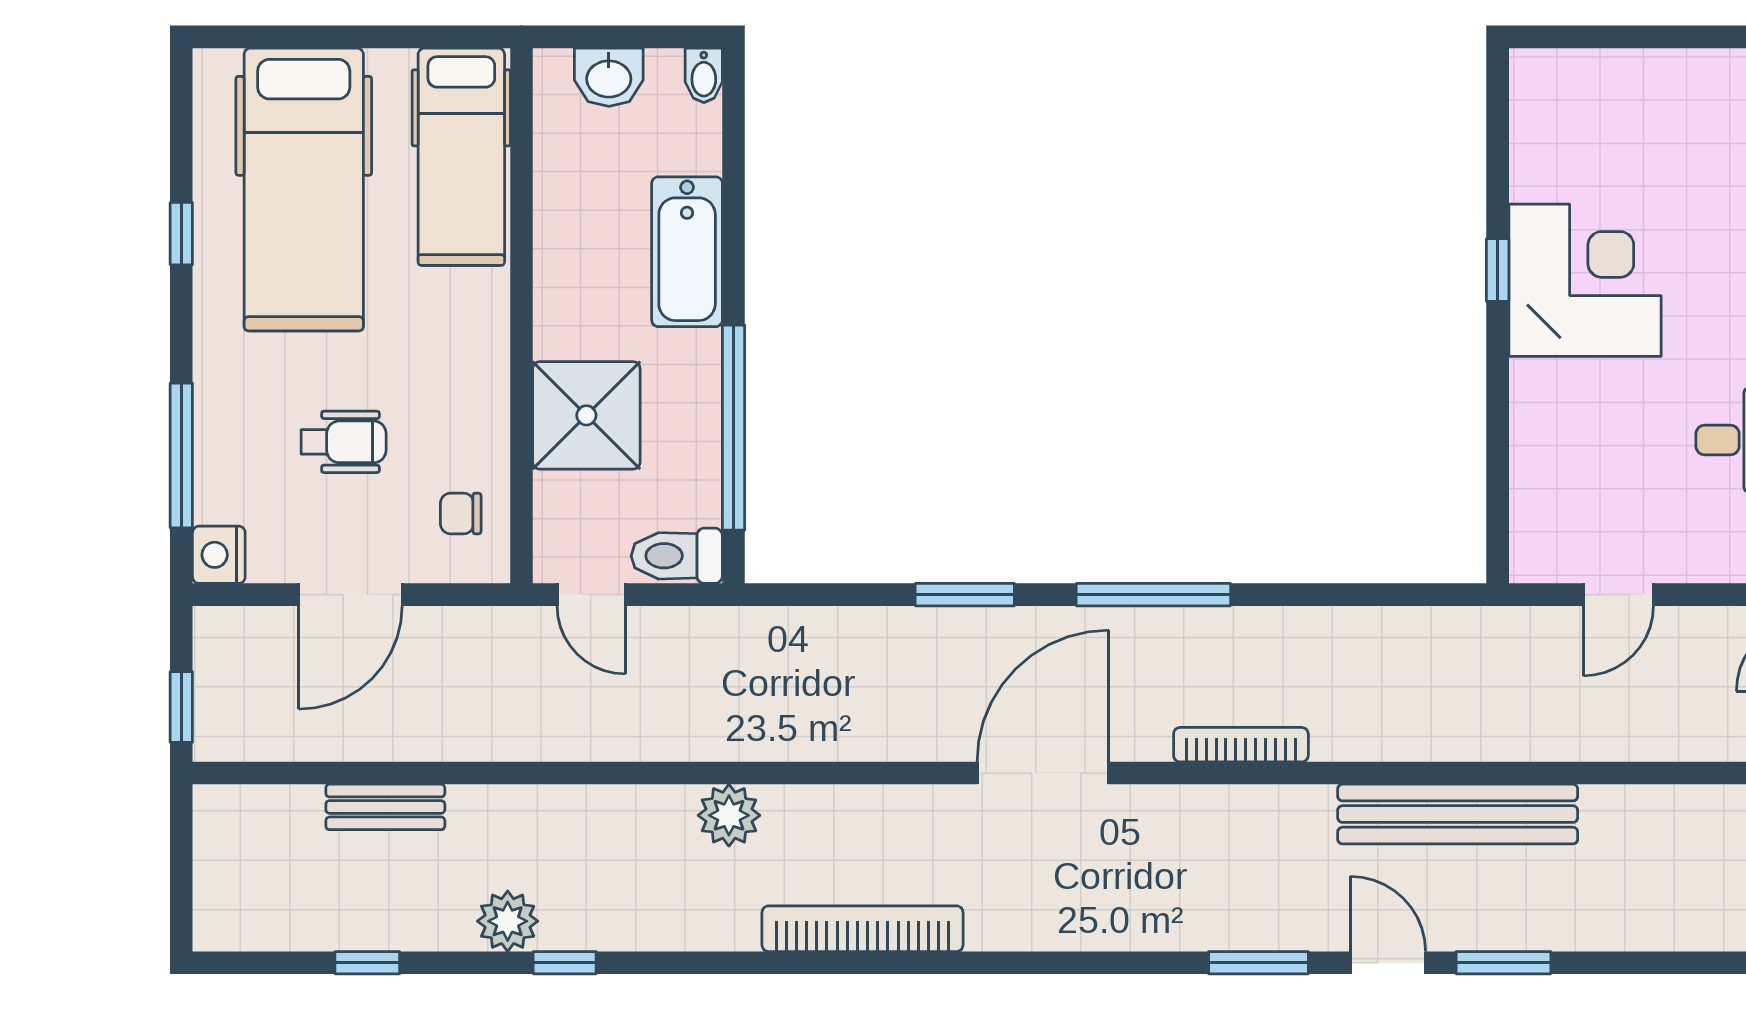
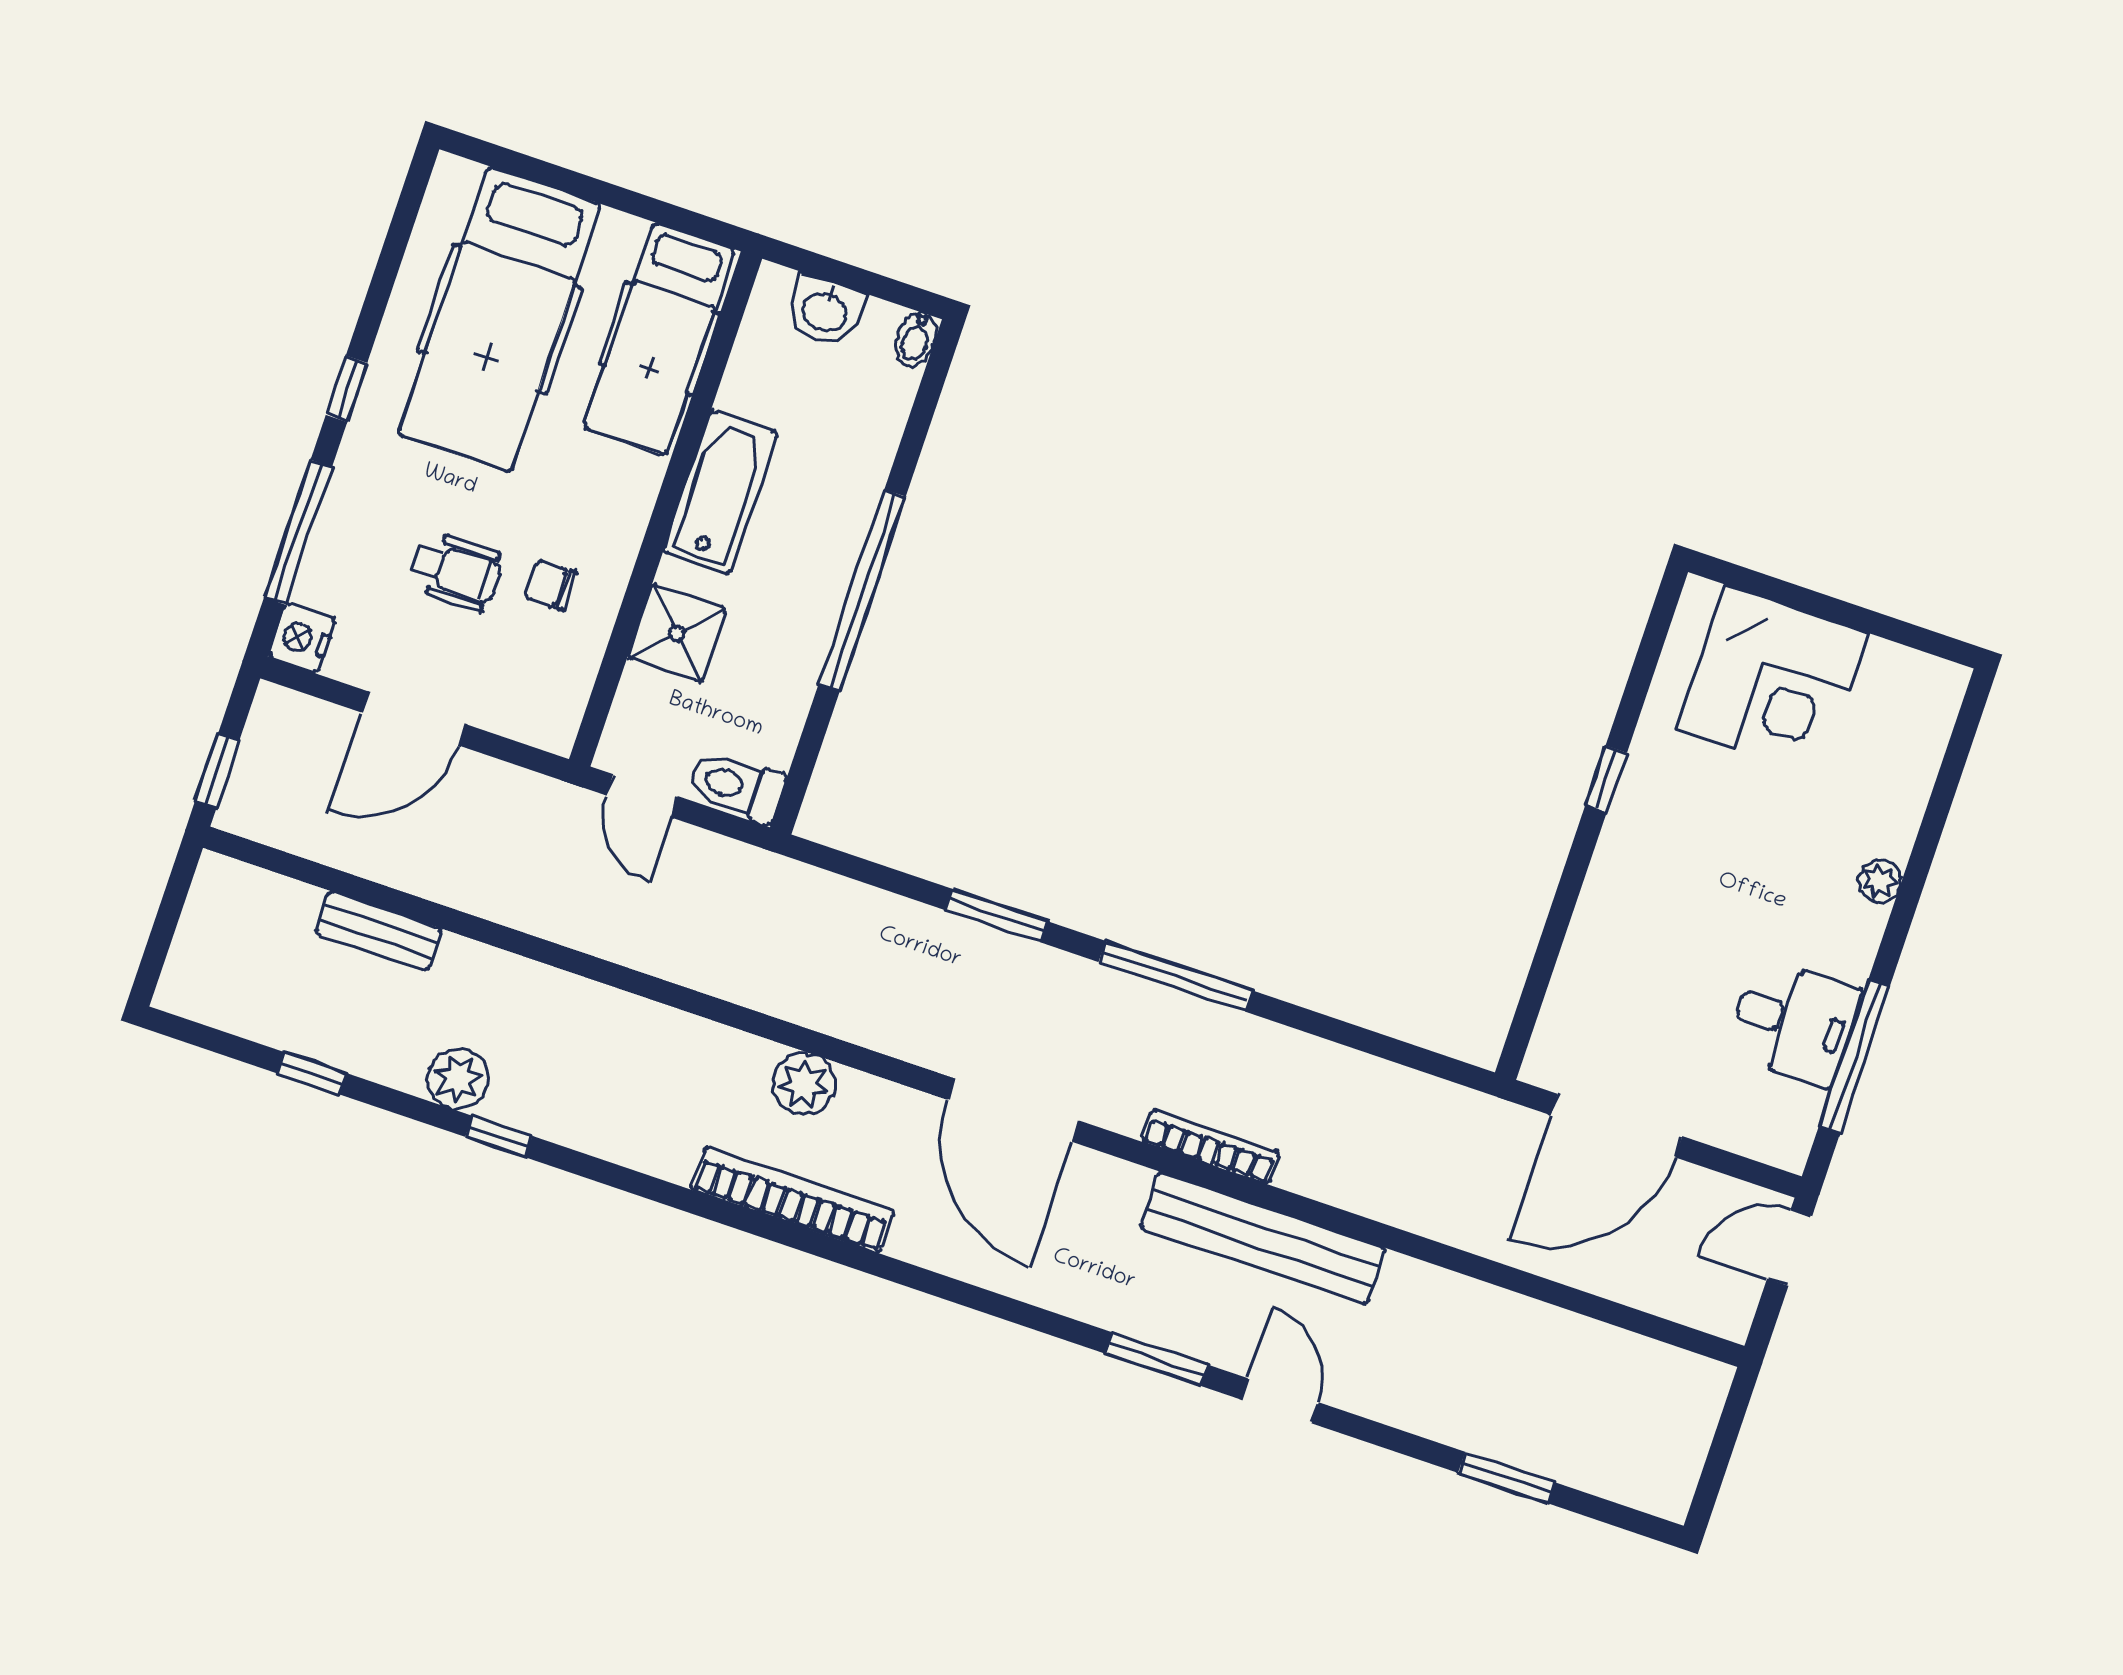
window: (181, 234) -> (346, 389), moved
bathtub: (687, 252) -> (720, 492), moved, turned 180
corner desk: (1585, 280) -> (1773, 681), moved, turned 90
shower: (586, 415) -> (677, 633), width x0.73, depth x0.73
window: (734, 428) -> (862, 590), moved
chair: (461, 513) -> (551, 585), moved
door: (1618, 595) -> (1616, 1126), width x1.88
door: (1043, 773) -> (1013, 1110), swing flipped
bench: (1458, 814) -> (1263, 1238), moved
plant: (729, 815) -> (804, 1084), moved
window: (1503, 963) -> (1507, 1478), moved

